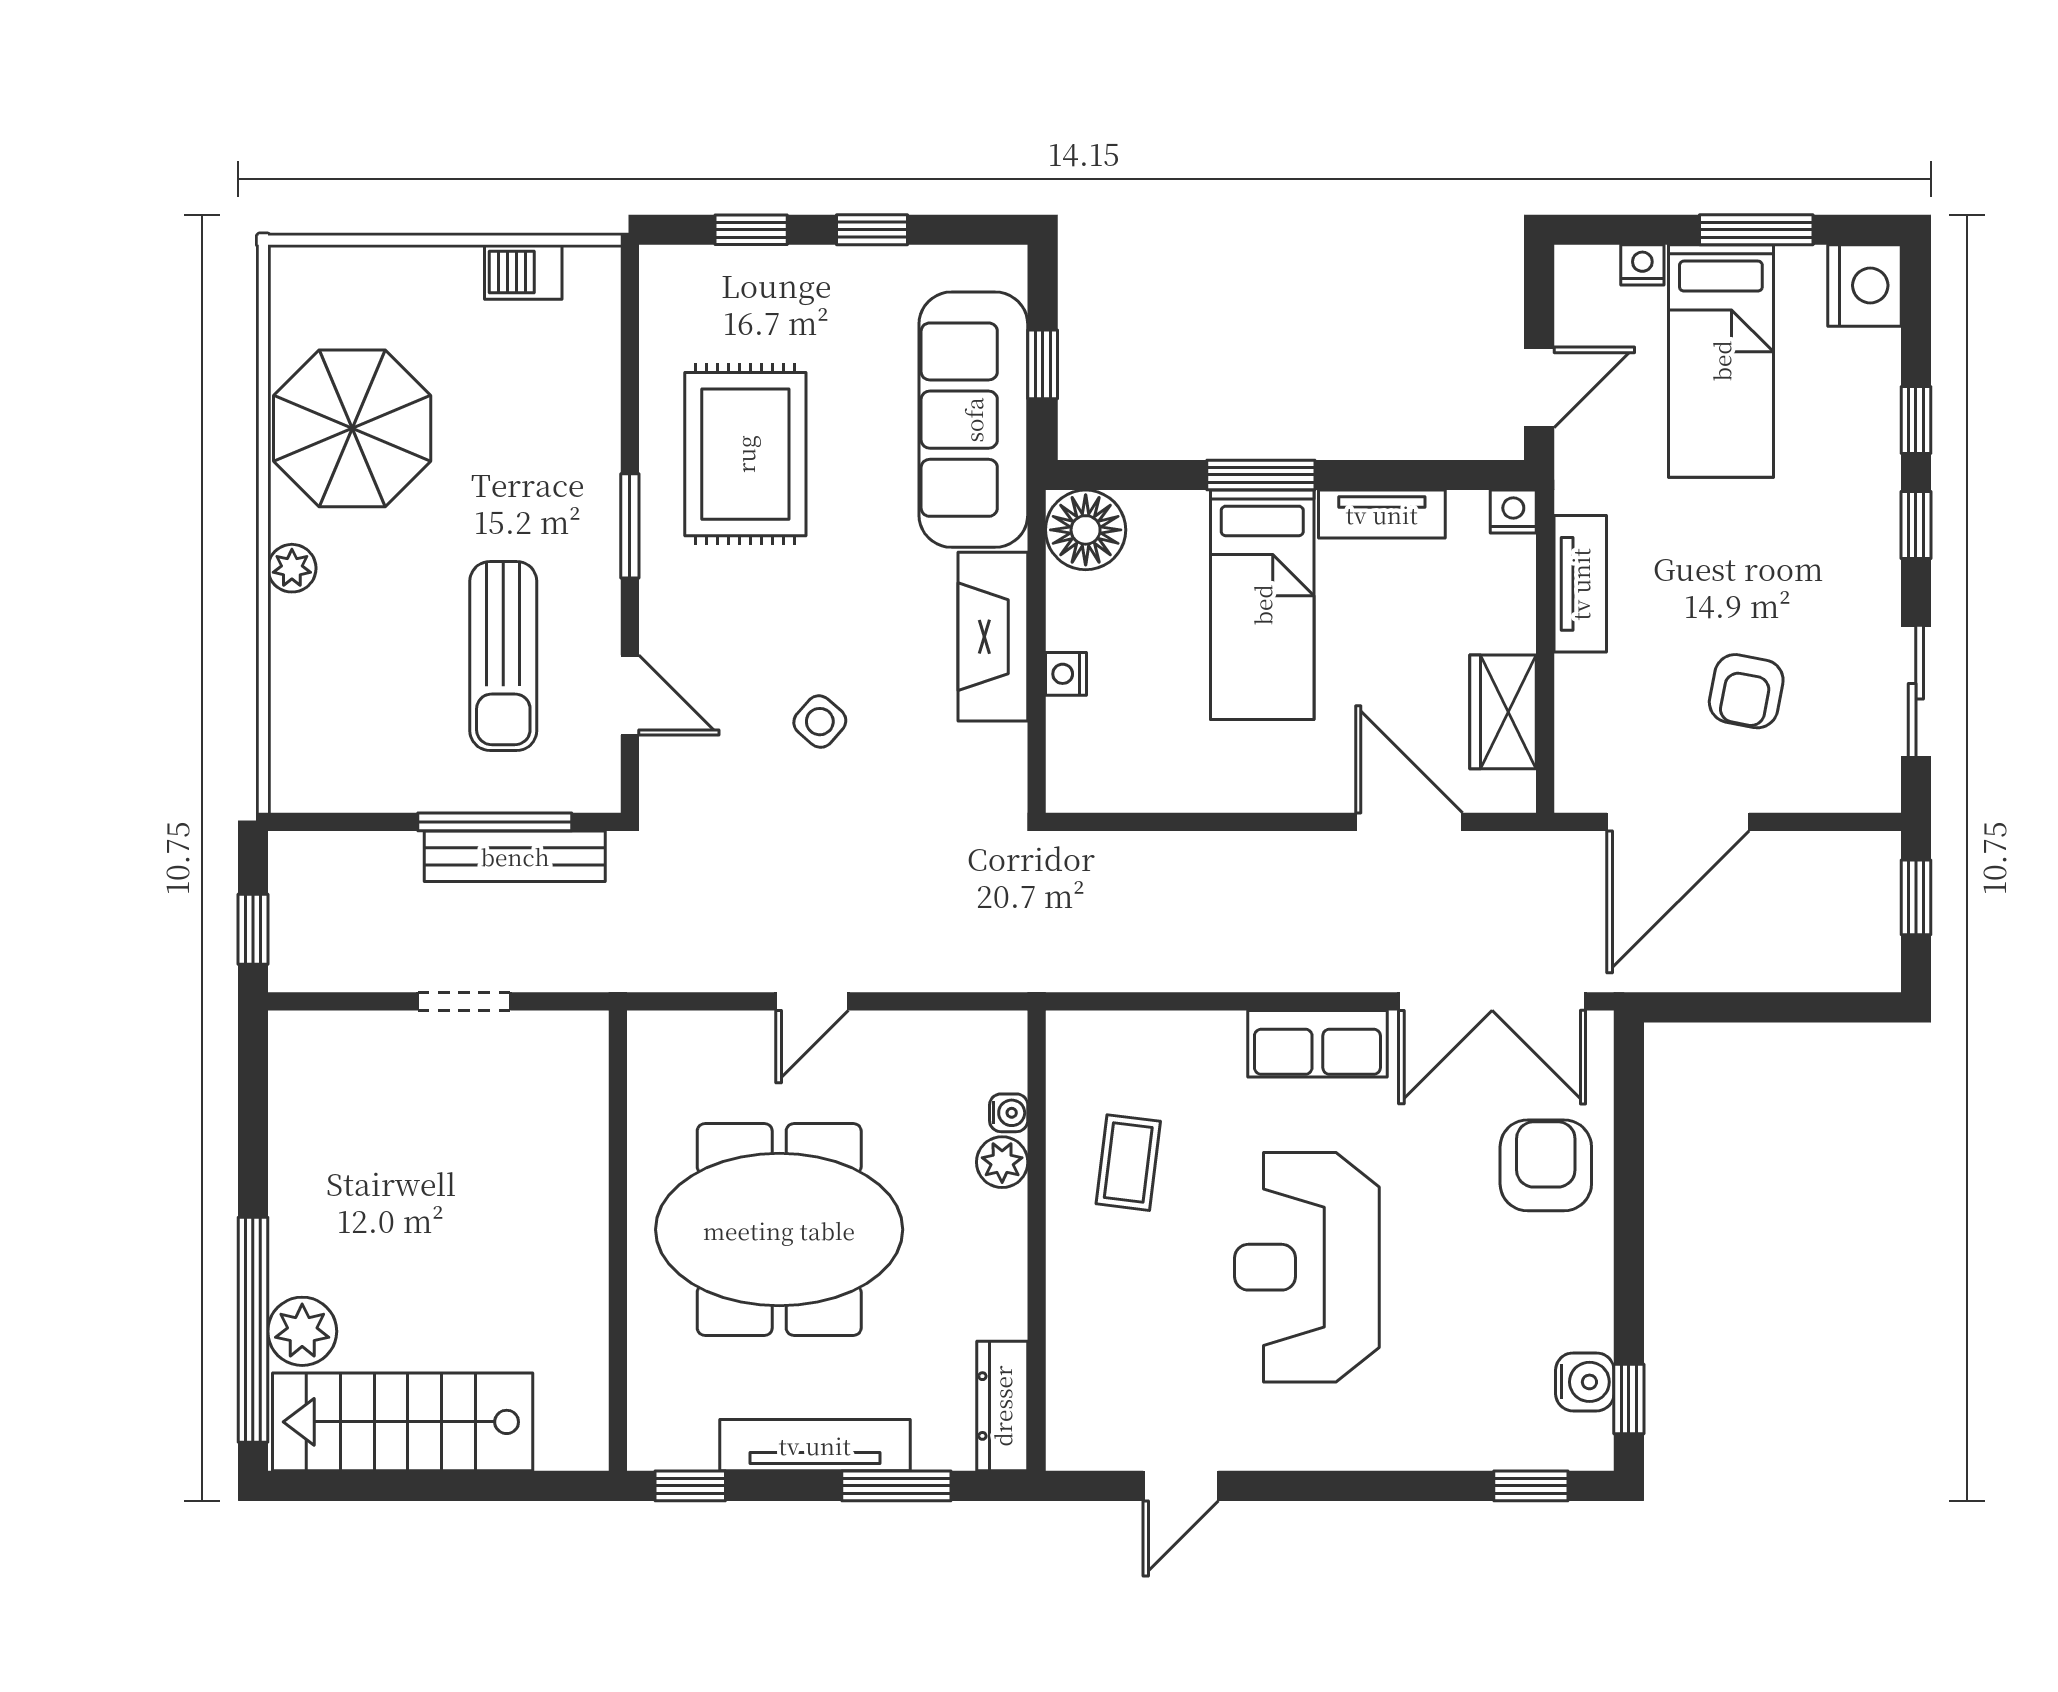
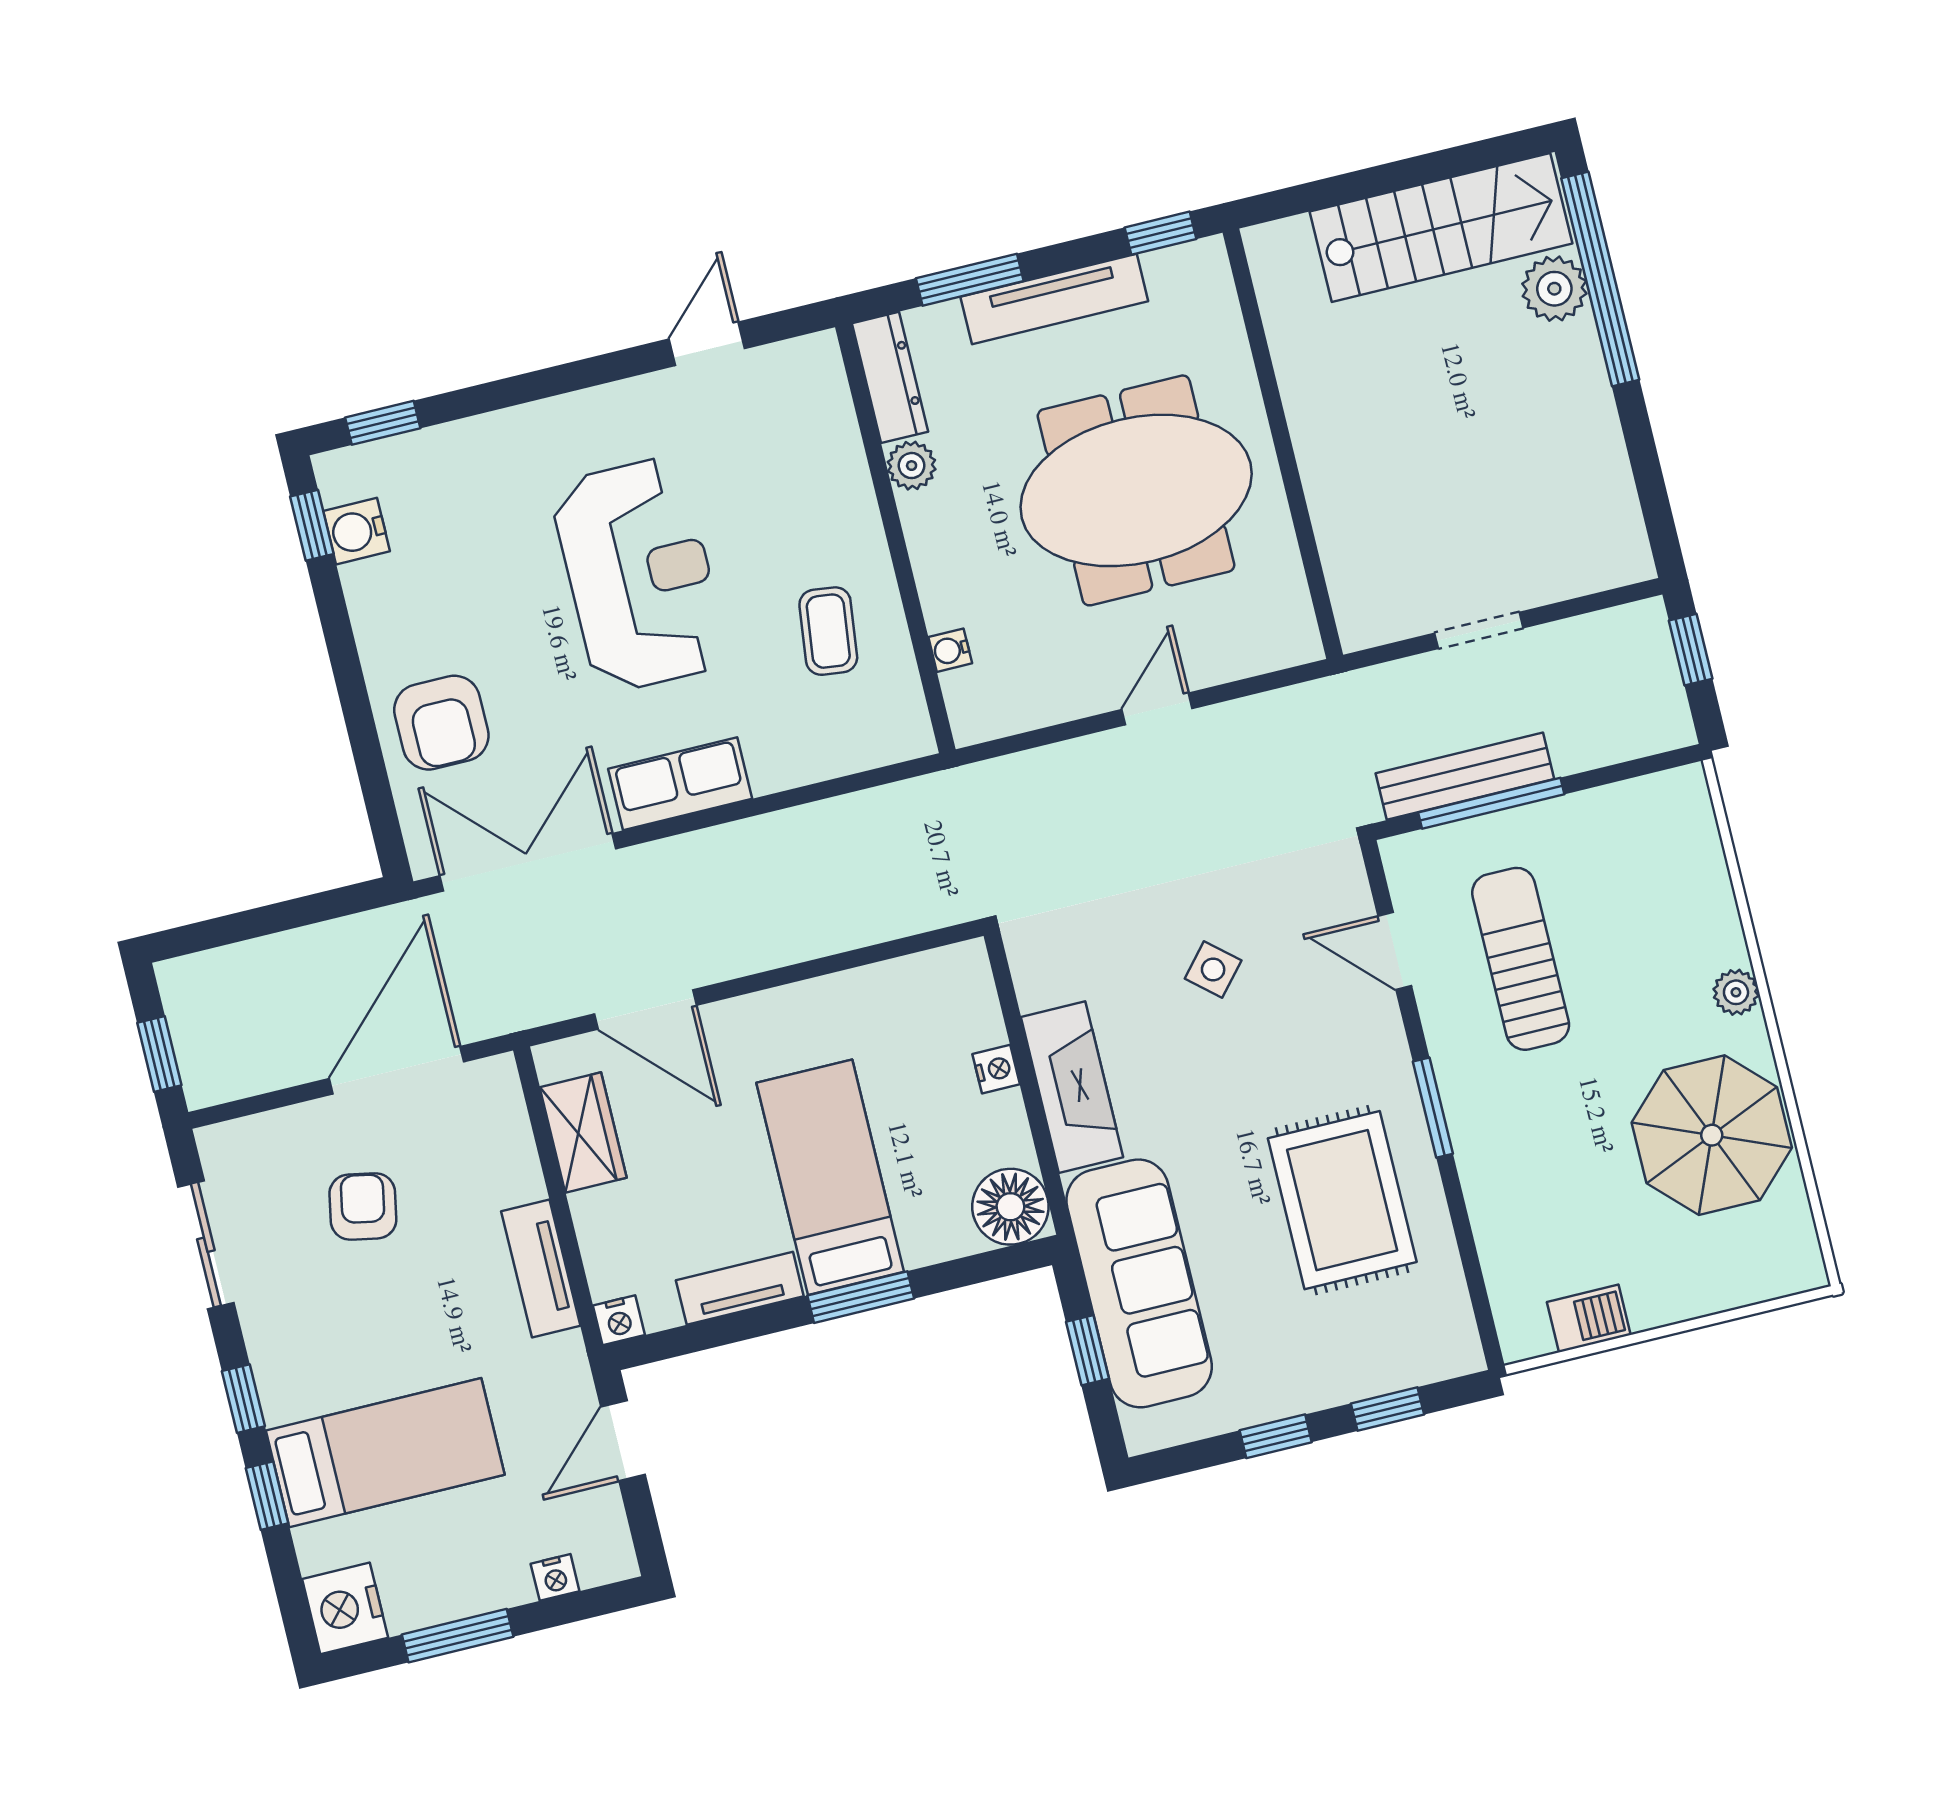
bed: (1721, 361) -> (385, 1453), moved, turned 90
plant: (1002, 1162) -> (912, 466), moved

